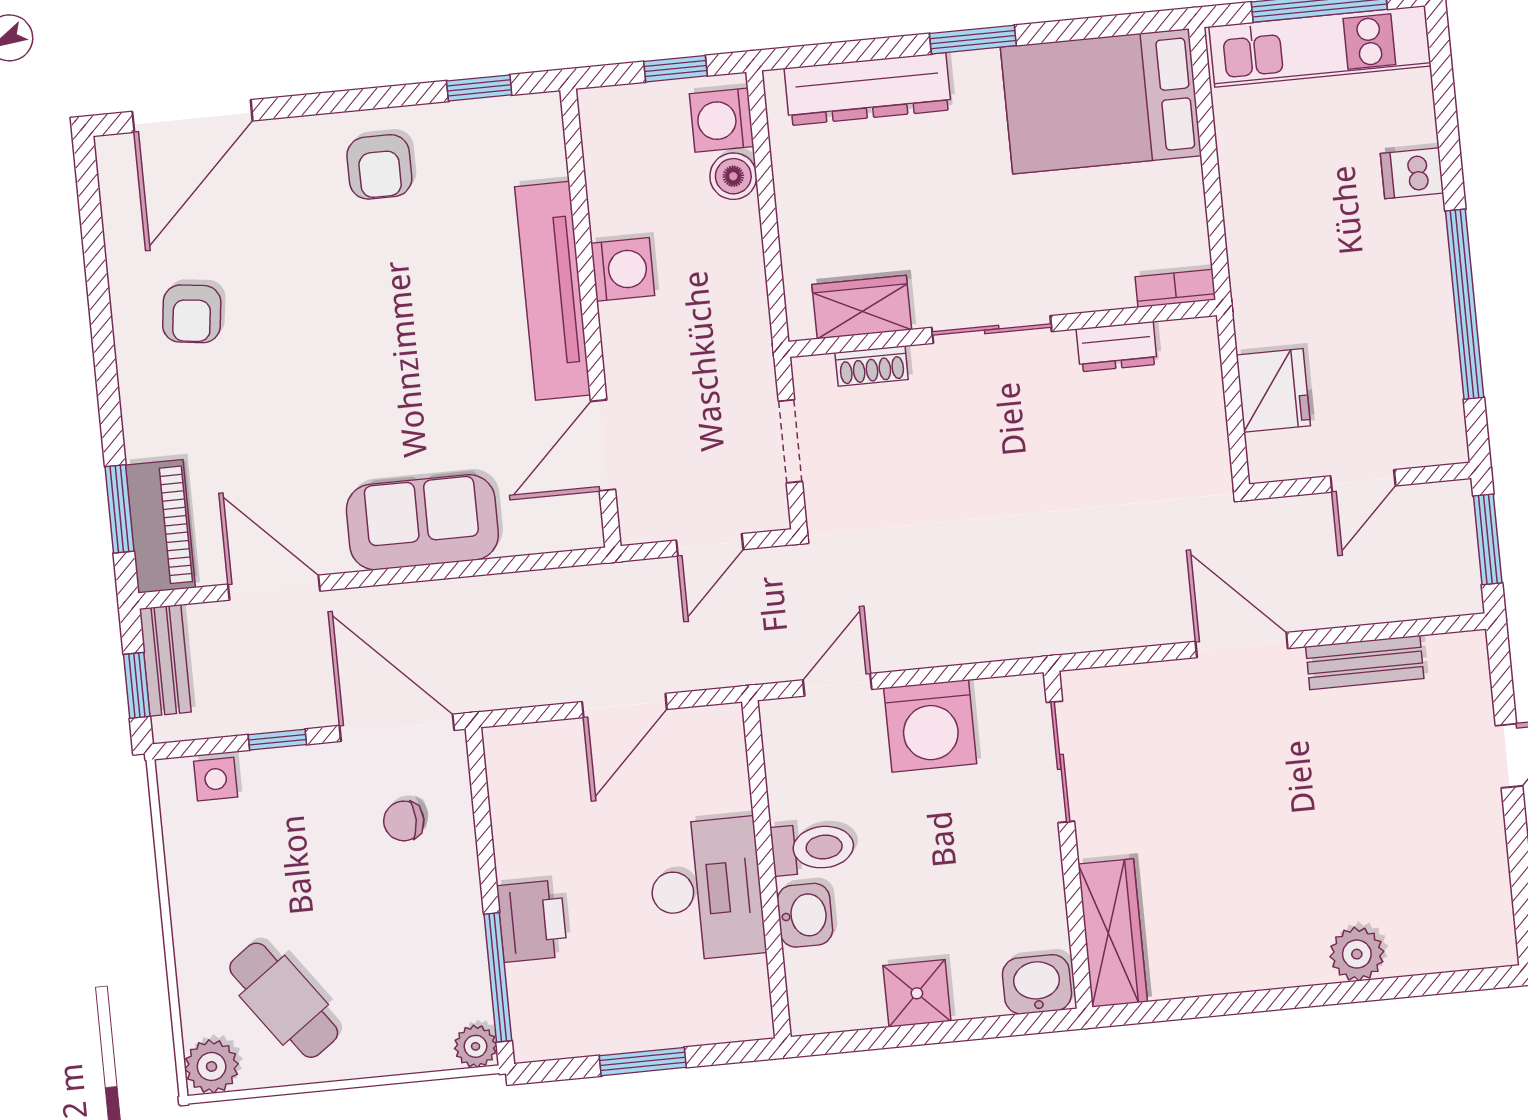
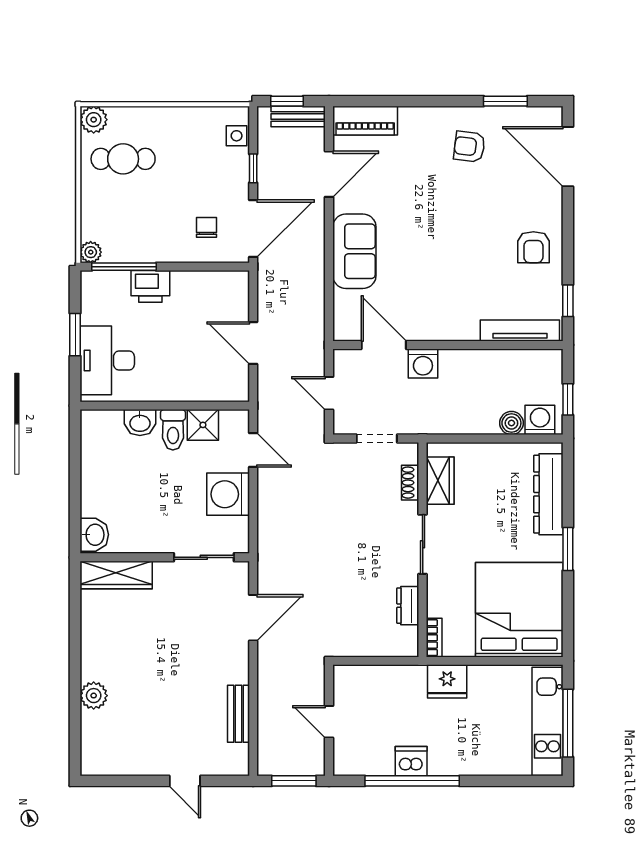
bed: (1101, 101) -> (519, 610), width x1.36
armchair: (379, 167) -> (533, 247), turned -90
dishwasher: (1412, 173) -> (411, 761), moved, width x1.38
washing machine: (623, 269) -> (423, 363), moved
tv unit: (553, 291) -> (520, 330), moved, width x0.73, depth x0.78
fridge: (1273, 390) -> (447, 681), moved
window: (119, 509) -> (505, 101), moved
door: (1242, 645) -> (253, 618), moved
desk: (706, 889) -> (107, 360), moved, turned 90
shower: (917, 993) -> (203, 425), moved
cafe table: (284, 1000) -> (123, 159), turned 36

